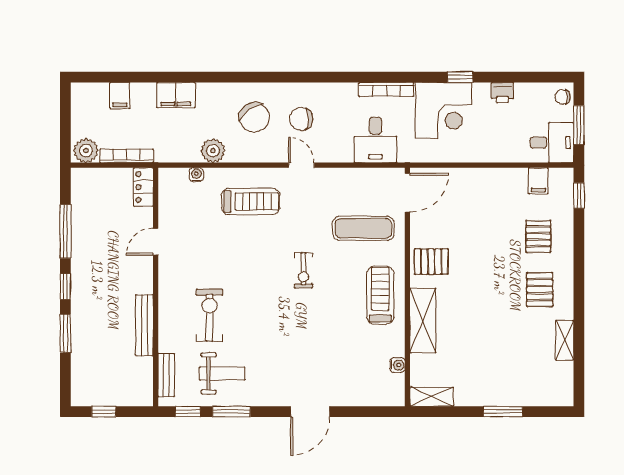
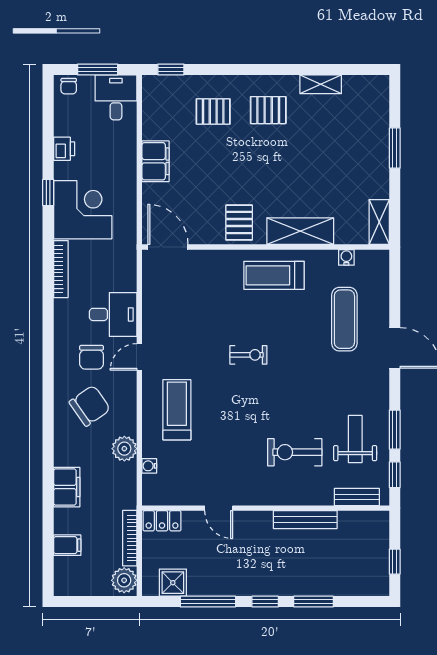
desk: (375, 140) -> (113, 314), moved
filing cabinet: (538, 181) -> (156, 161), moved, width x2.00
shower: (84, 198) -> (173, 583), added
exercise mat: (363, 228) -> (344, 319), moved

